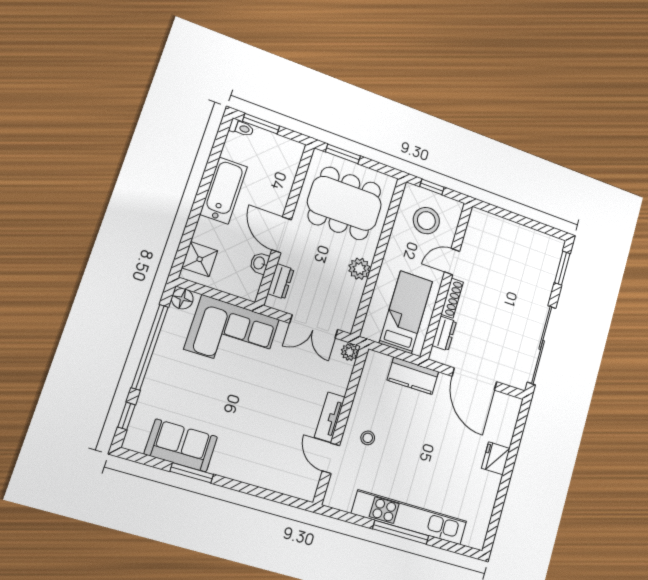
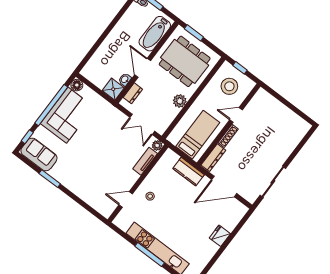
bathtub: (224, 191) -> (155, 34), moved, turned 180
shower: (200, 259) -> (113, 89), moved
window: (562, 268) -> (304, 141), removed
dresser: (444, 333) -> (213, 158), width x1.44
corner sofa: (232, 334) -> (67, 115), moved, turned -90
sliding door: (542, 345) -> (273, 182), width x0.73
door: (474, 379) -> (224, 186), hinge flipped
tv unit: (330, 417) -> (145, 161), moved
sofa: (181, 445) -> (39, 155), moved
door: (331, 458) -> (126, 199), hinge flipped

